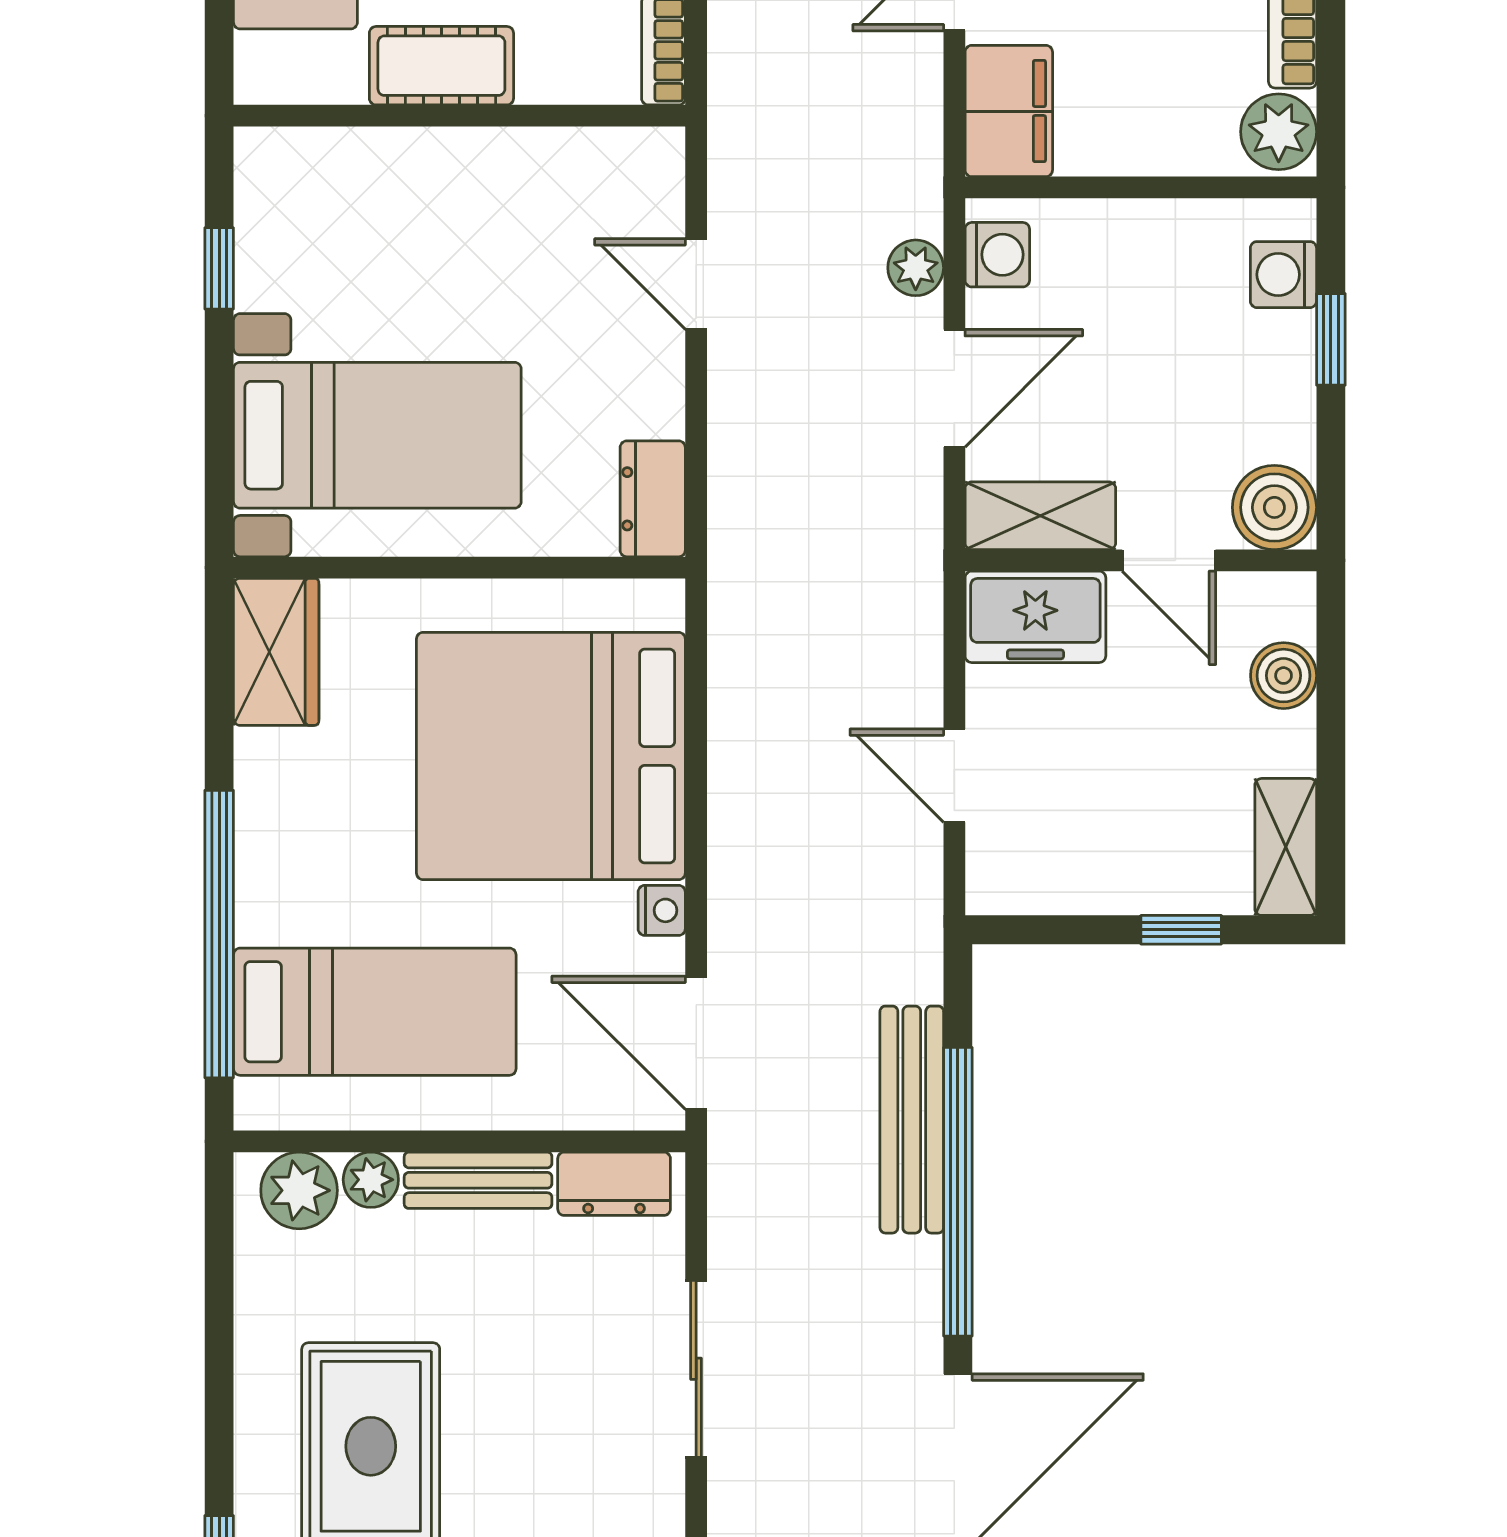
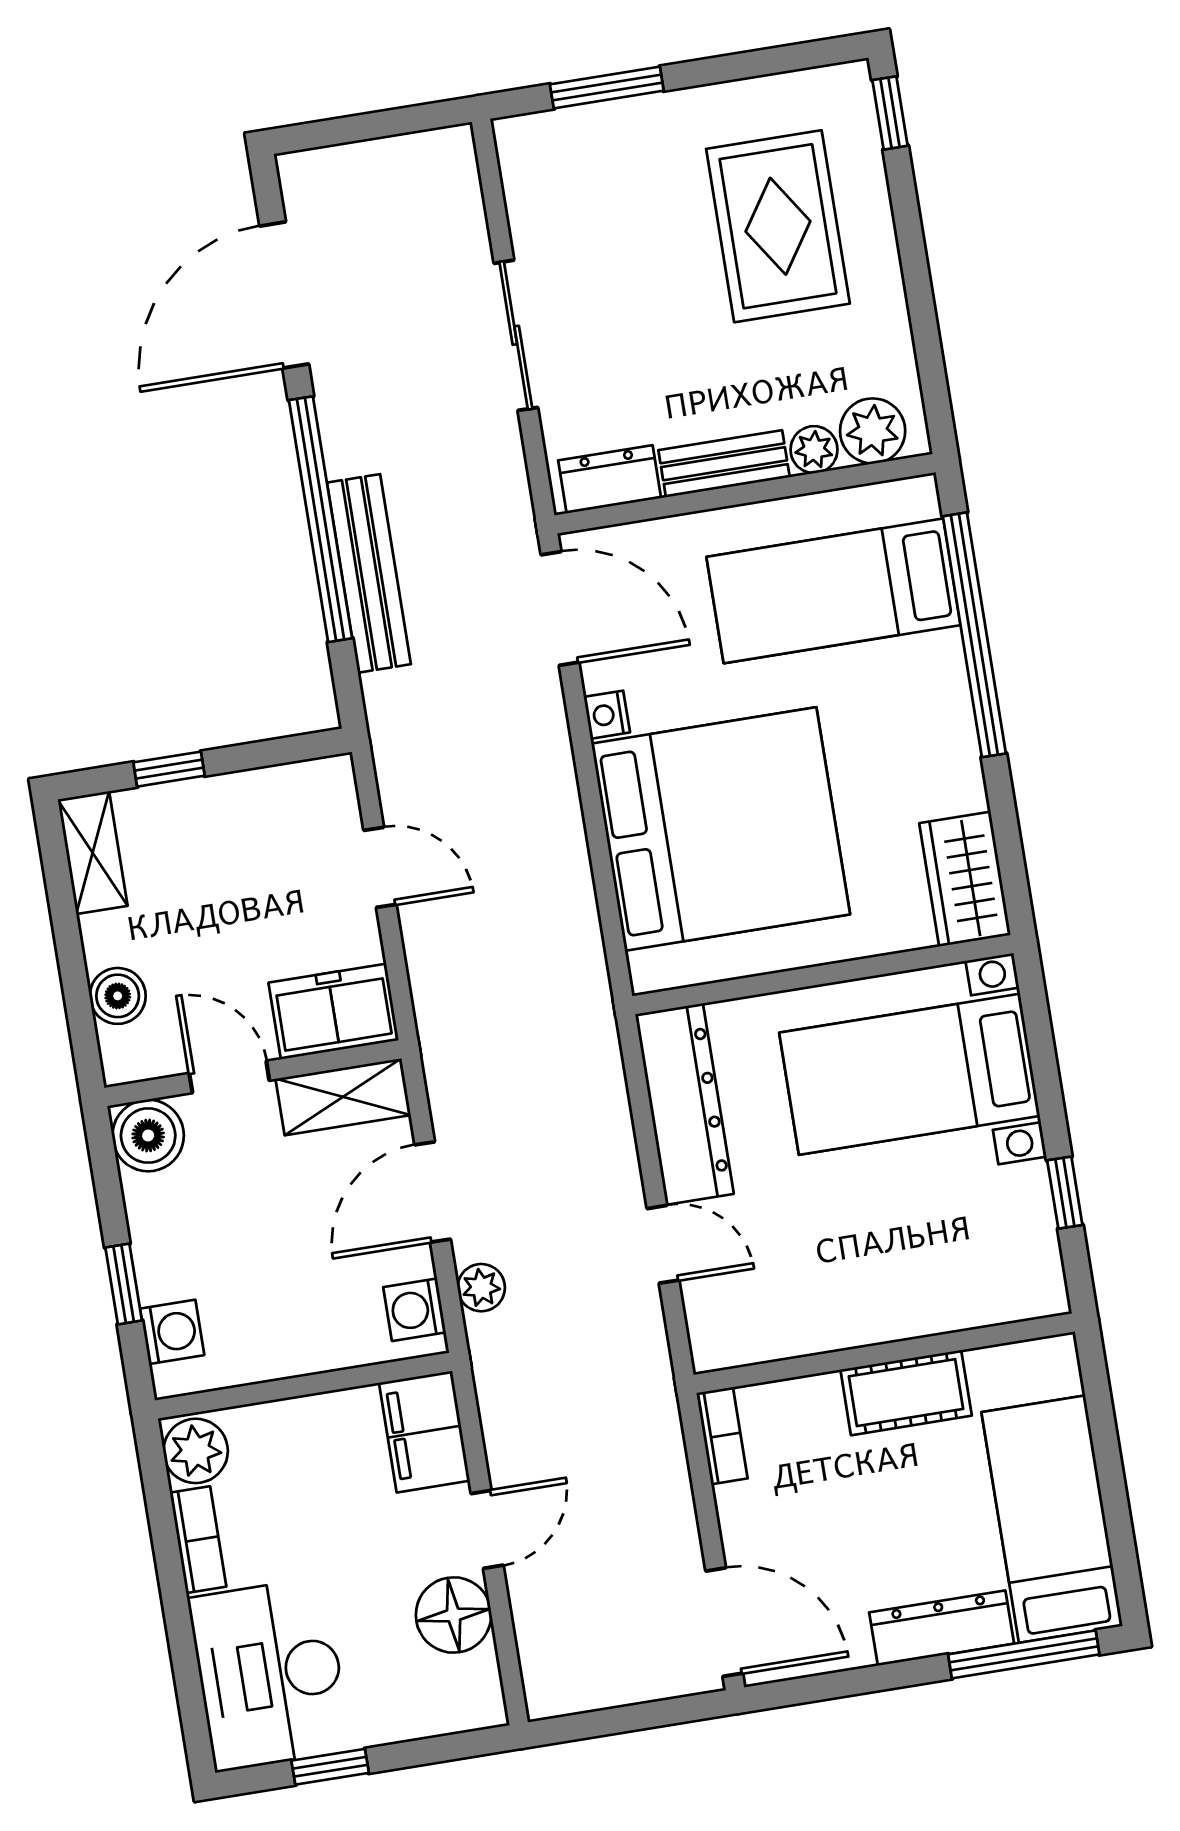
dresser: (653, 499) -> (684, 1104), width x1.96, depth x1.24

